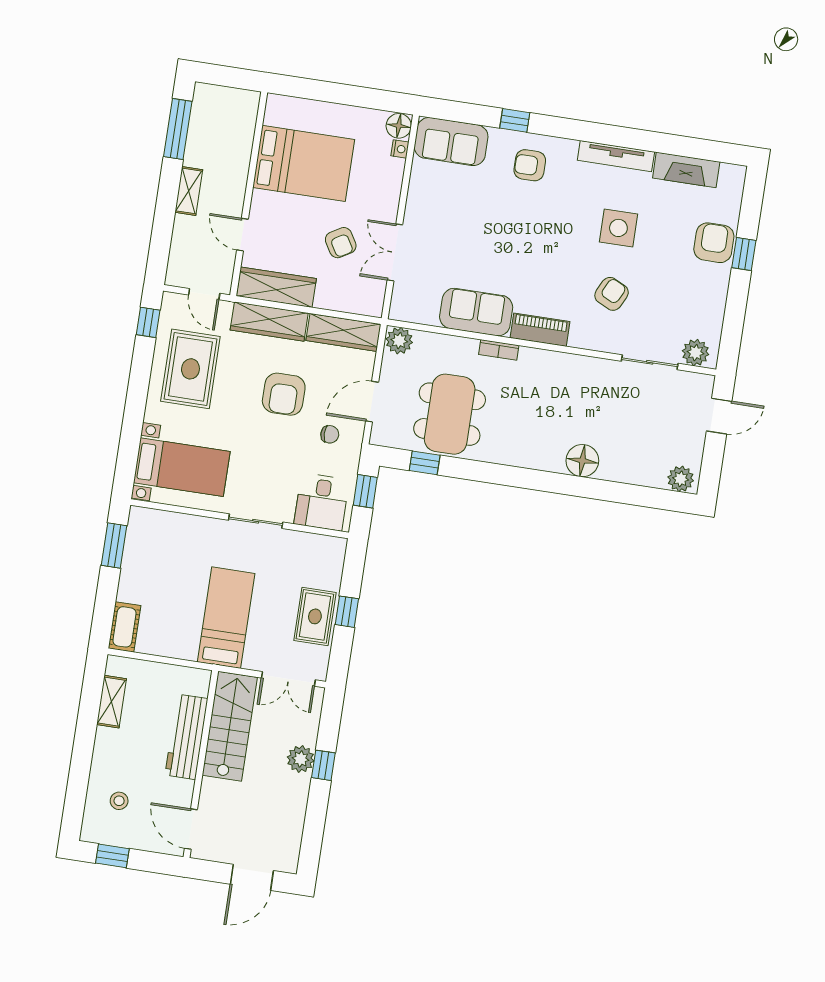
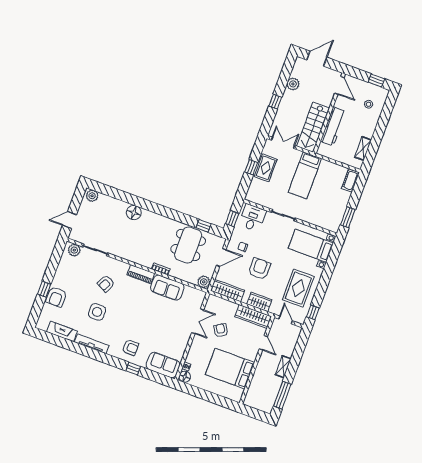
wardrobe: (269, 322) -> (259, 302), width x0.67
plant: (301, 759) -> (293, 84), moved

